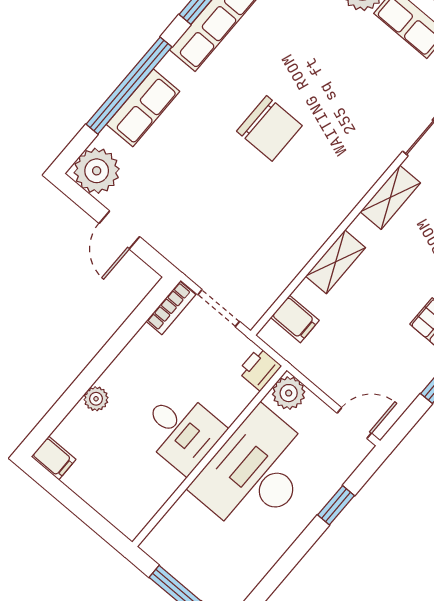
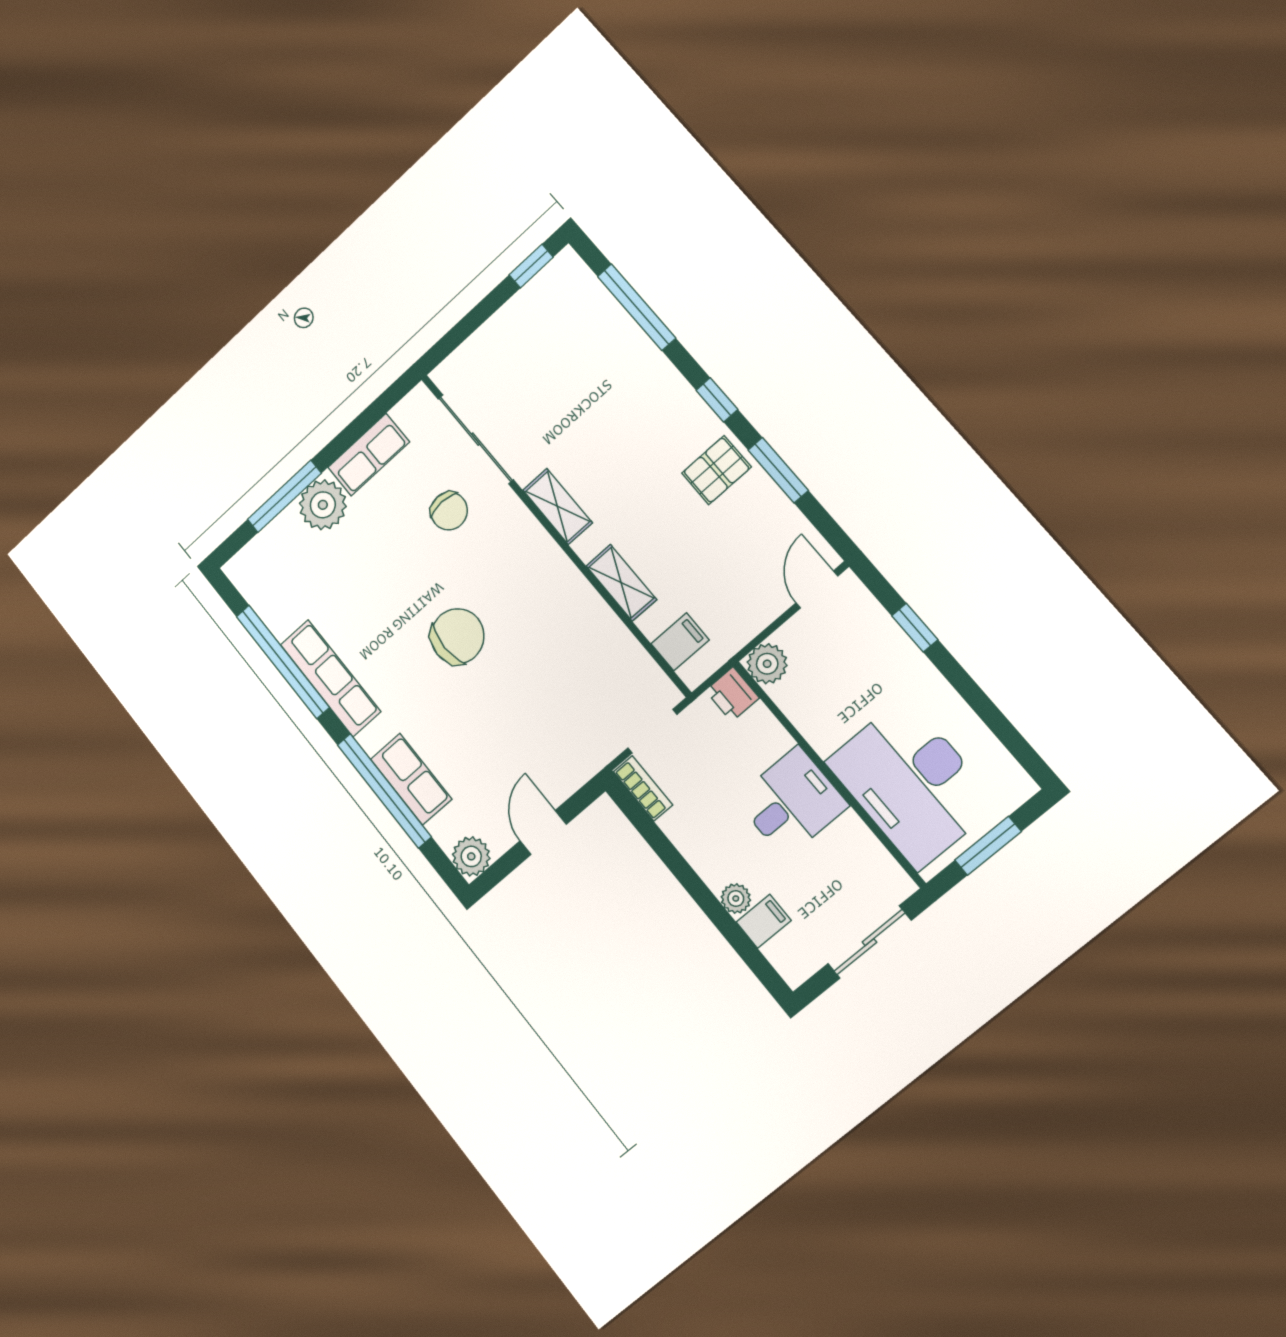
chair: (373, 103) -> (449, 511), added
plant: (97, 171) -> (471, 856), width x0.73, depth x0.73
door: (119, 230) -> (543, 833), swing flipped
filing cabinet: (54, 458) -> (764, 921), moved
desk: (256, 473) -> (912, 783), moved
sliding door: (82, 510) -> (869, 942), added

